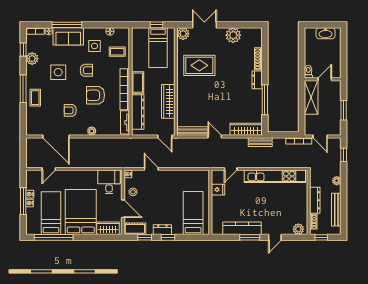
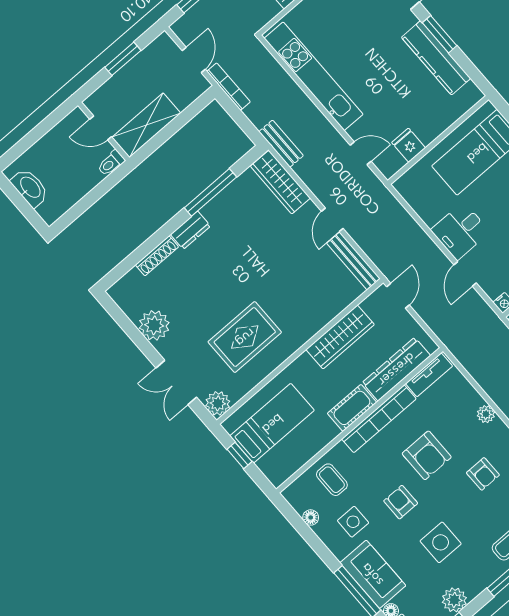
rug: (199, 65) -> (245, 337), turned 90
desk: (169, 181) -> (460, 231), added

